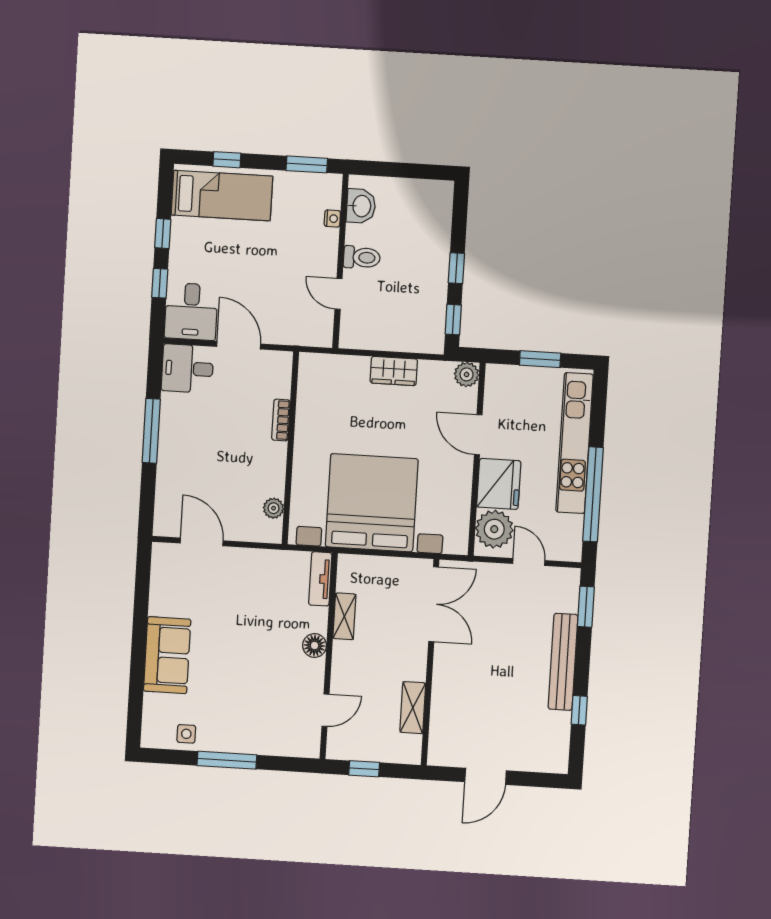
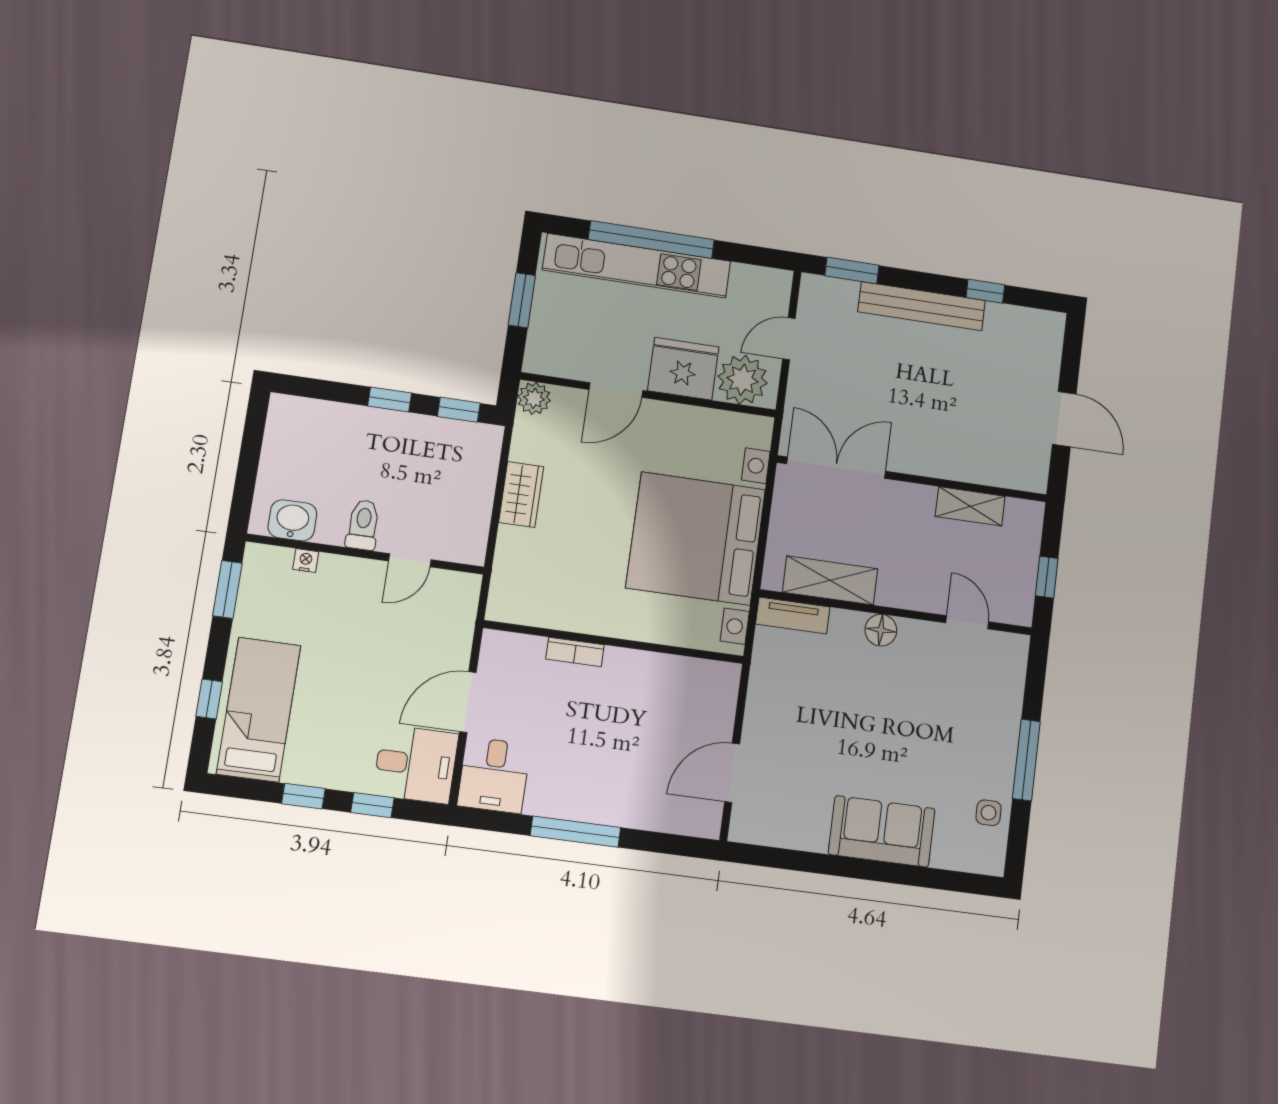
window: (593, 494) -> (651, 240), moved
plant: (274, 508) -> (694, 671), removed
shelving: (344, 616) -> (830, 580), width x1.50, depth x1.33

